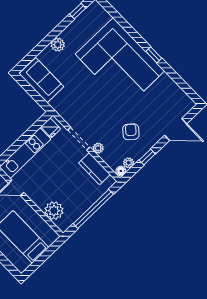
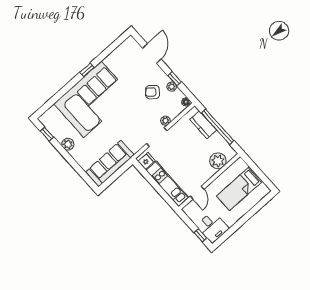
plant: (58, 45) -> (68, 144), moved
sofa: (41, 80) -> (110, 163), width x1.36
plant: (129, 163) -> (172, 87), moved
kitchen counter: (94, 169) -> (203, 125), moved, turned 90

